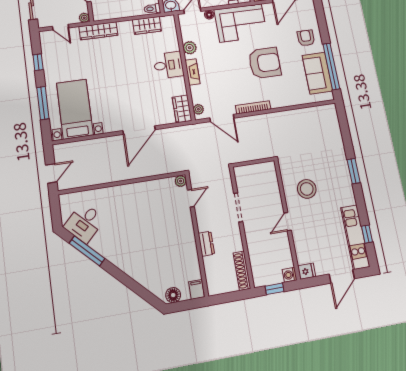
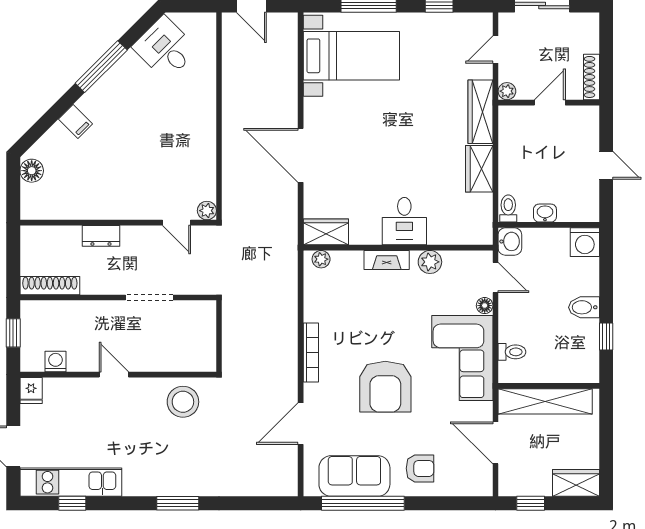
wardrobe: (147, 25) -> (479, 169), moved
door: (222, 118) -> (301, 424), moved
stool: (307, 189) -> (183, 402), moved
window: (87, 251) -> (101, 67), moved
washing machine: (290, 275) -> (56, 362), moved
filing cabinet: (197, 289) -> (76, 122), moved, turned 45

